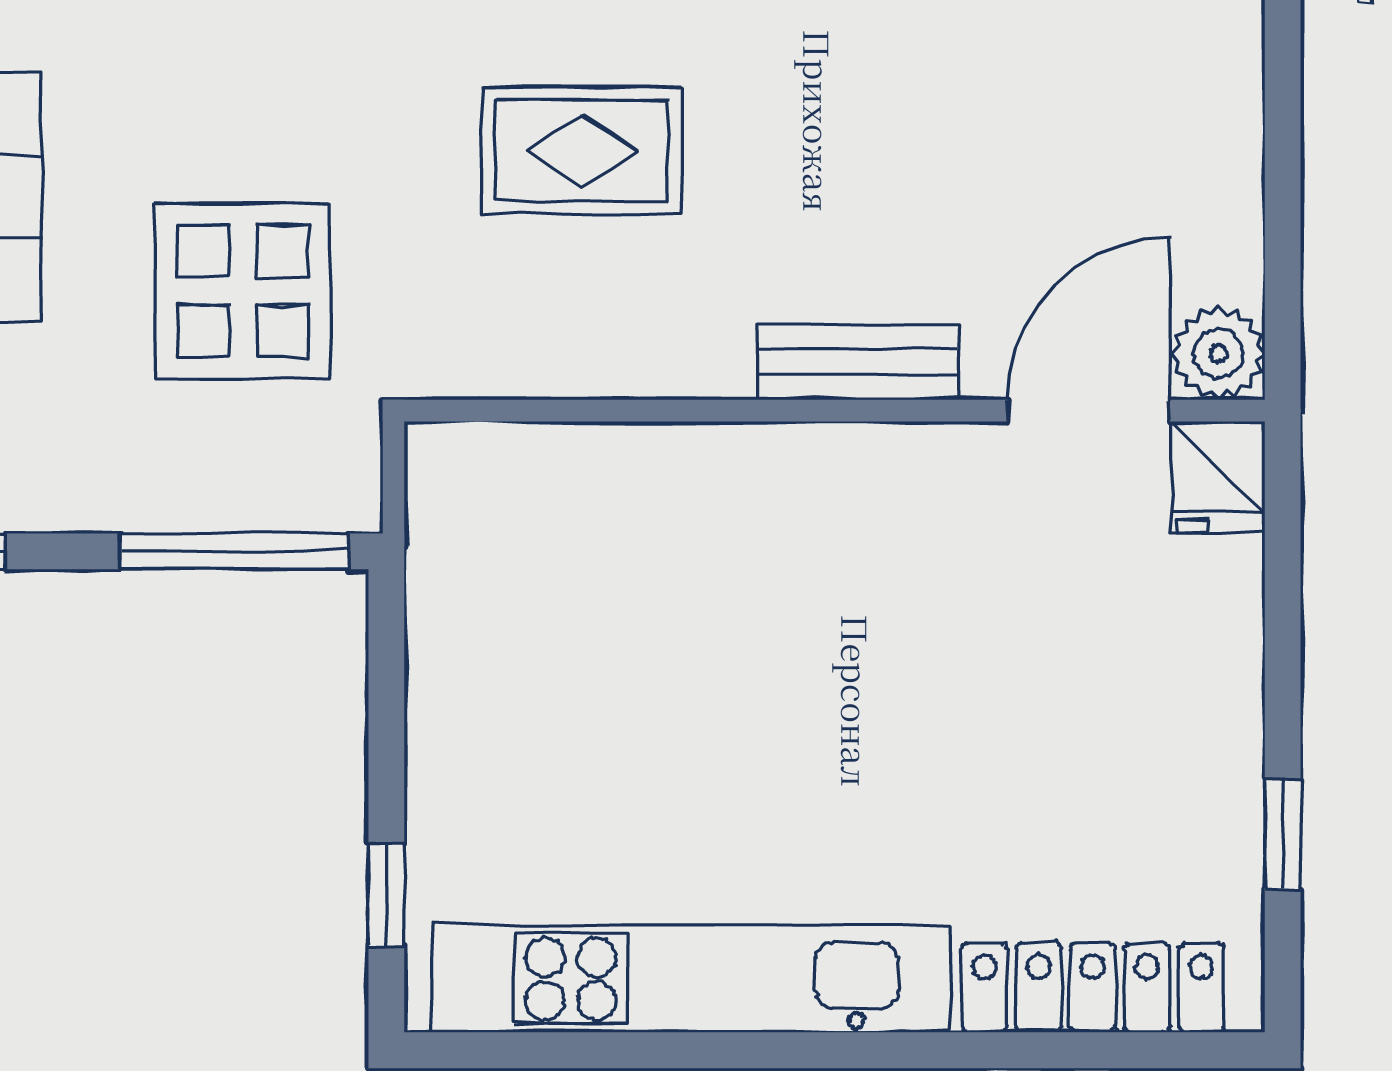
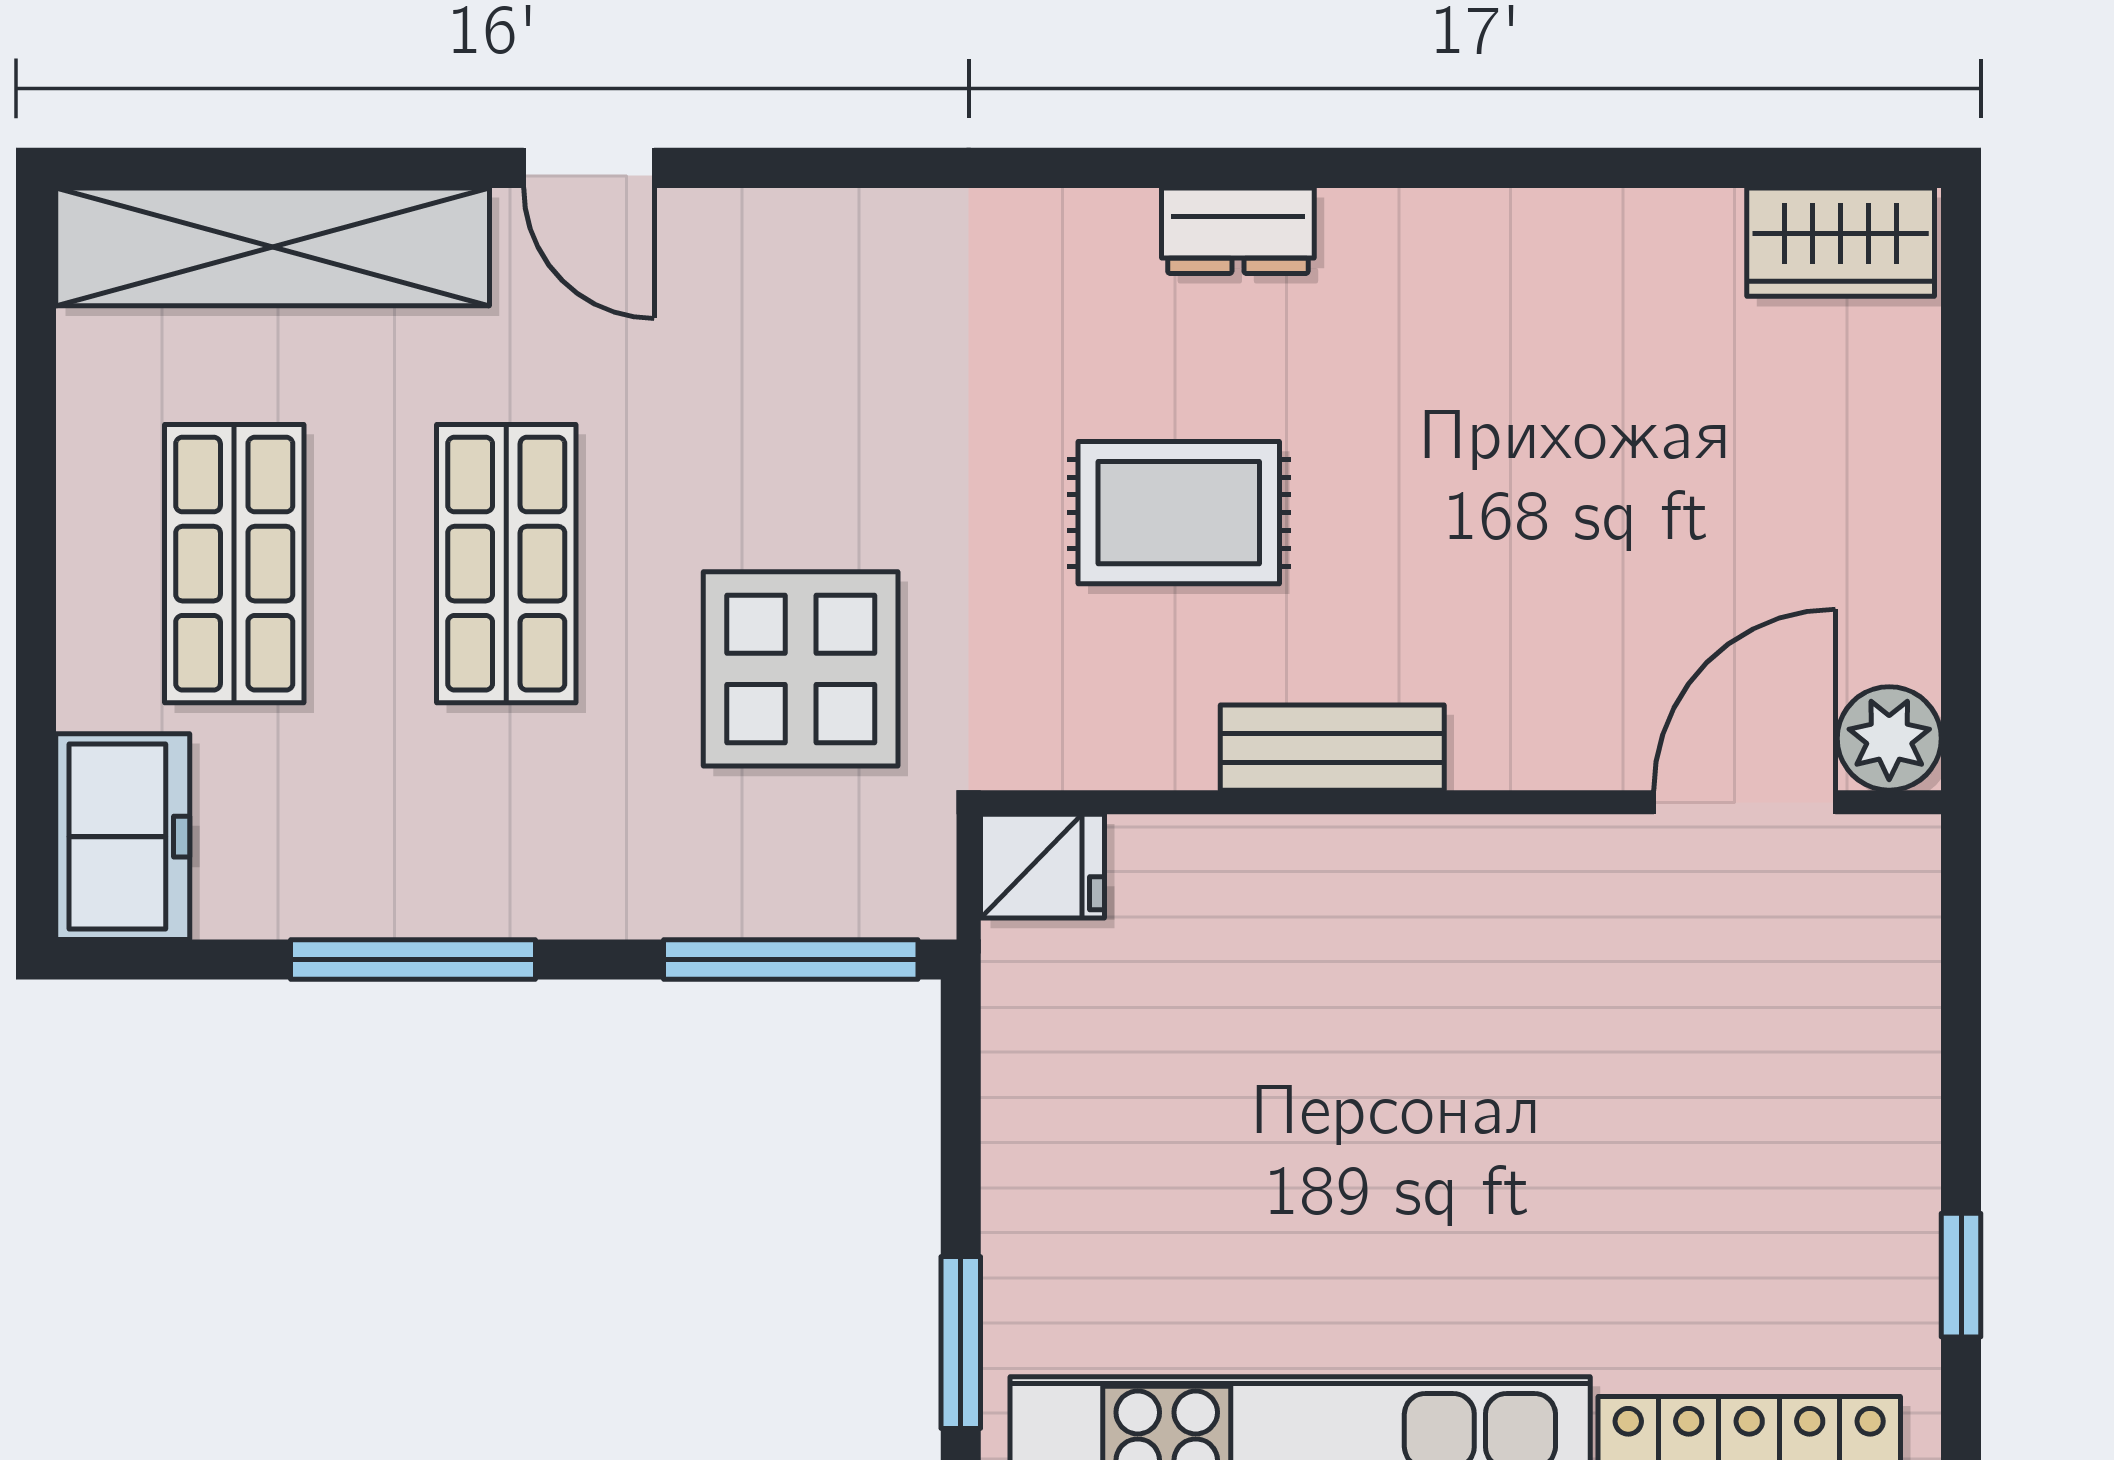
bench: (858, 362) -> (1332, 748), moved
fridge: (1218, 477) -> (1042, 866), moved, turned -90
window: (386, 895) -> (961, 1343), width x1.50

